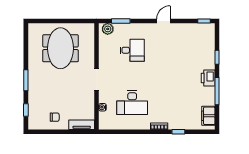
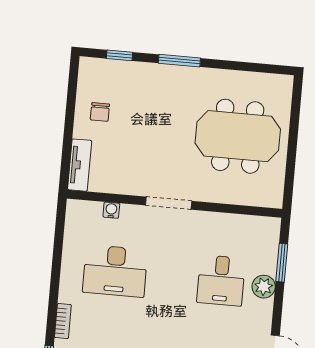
plant: (108, 29) -> (264, 287), moved
desk: (132, 103) -> (115, 271), turned -90

